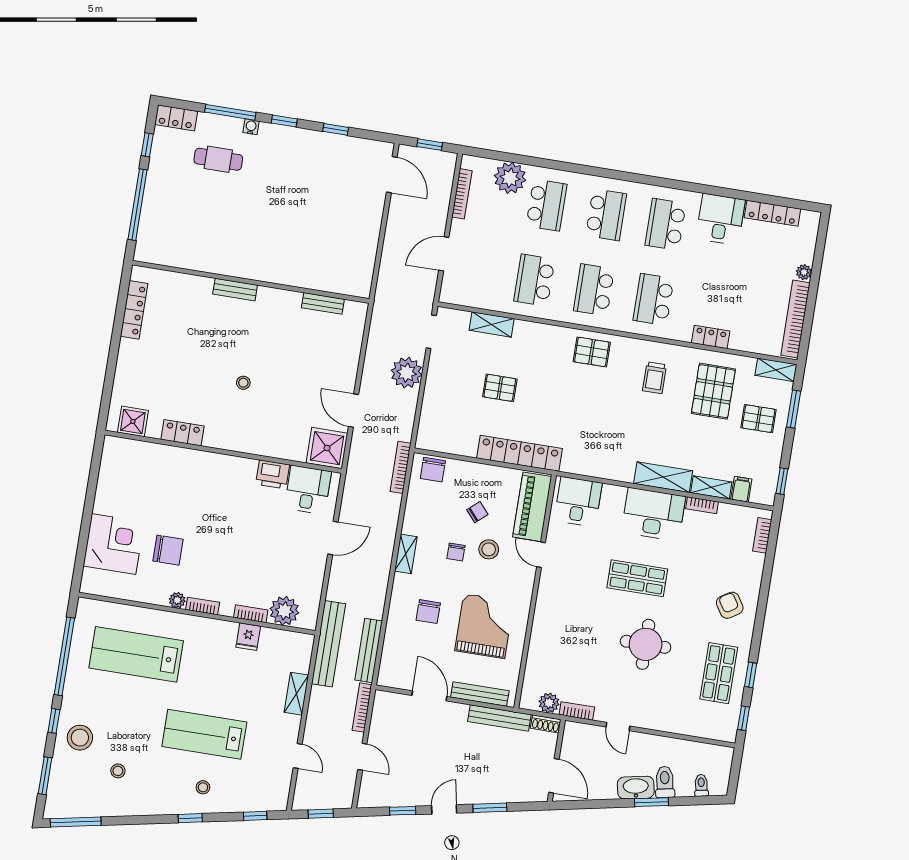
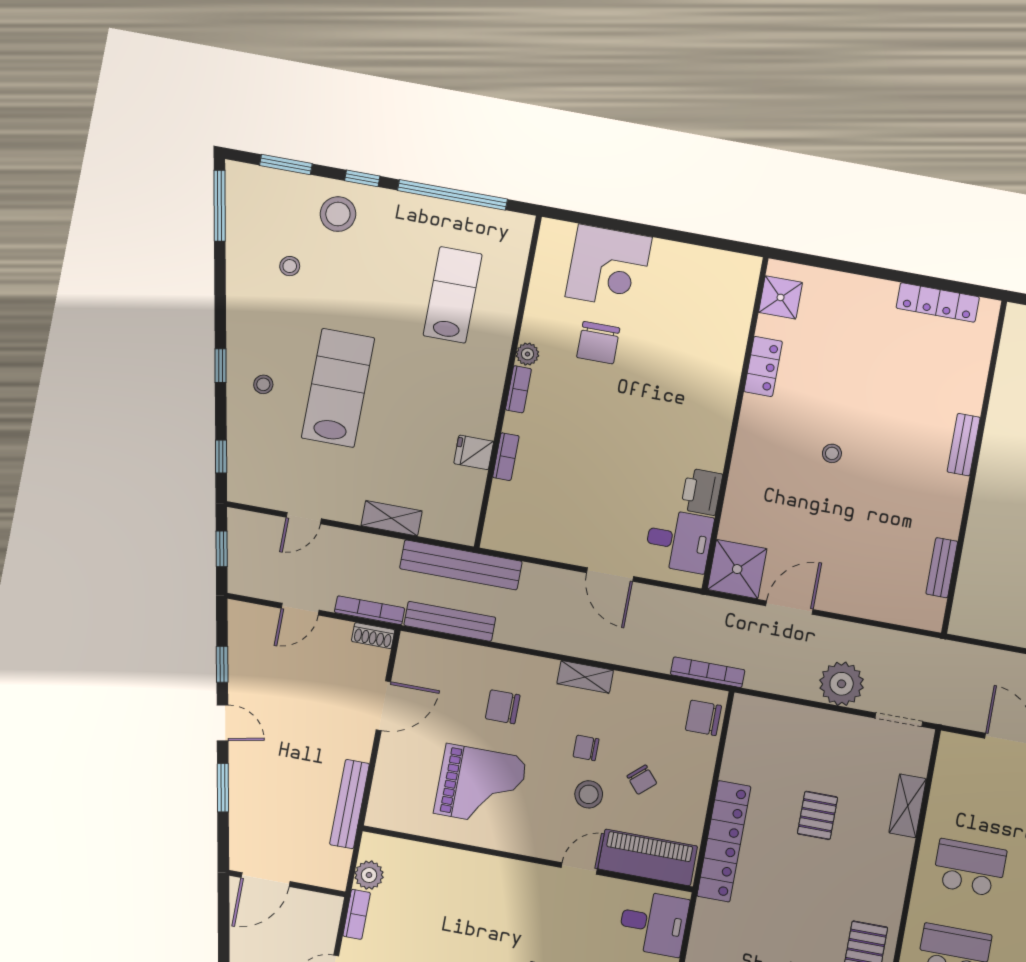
plant: (284, 611) -> (509, 504), removed
lab bench: (136, 654) -> (453, 295), width x0.73, depth x0.72
bench: (480, 694) -> (384, 777), removed
shoe rack: (546, 724) -> (373, 636), moved, turned -90

